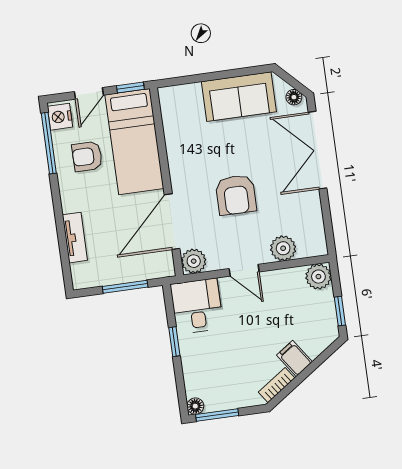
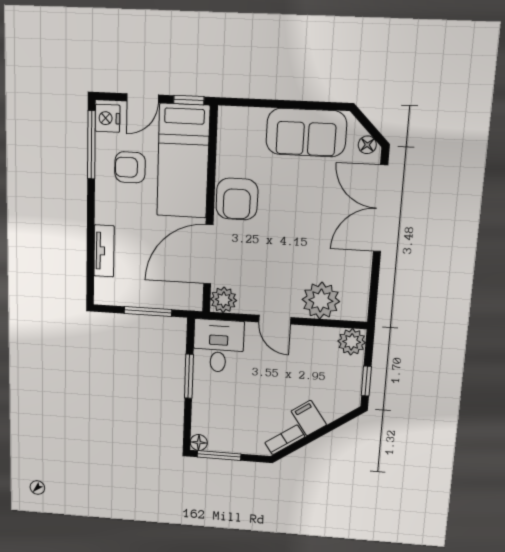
armchair: (236, 195) -> (237, 199), moved
plant: (283, 248) -> (321, 300), width x1.36, depth x1.36
window: (174, 342) -> (189, 376), width x1.50

